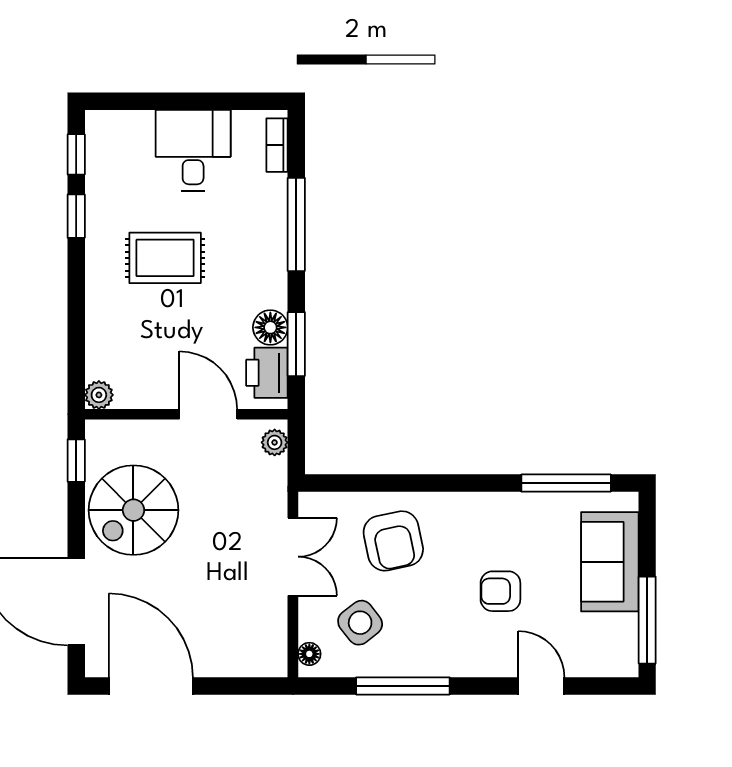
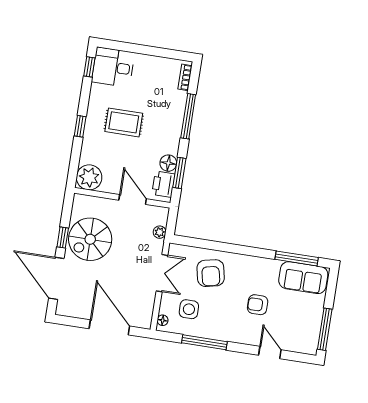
desk: (193, 150) -> (113, 67), moved, turned -90
window: (76, 216) -> (80, 126), moved
plant: (99, 395) -> (89, 177), width x1.87, depth x1.87
plant: (275, 442) -> (160, 232), moved
window: (76, 461) -> (63, 237), moved
sofa: (610, 562) -> (303, 278), moved, turned -90
side table: (360, 623) -> (189, 309), turned 38
door: (151, 686) -> (109, 327), moved

